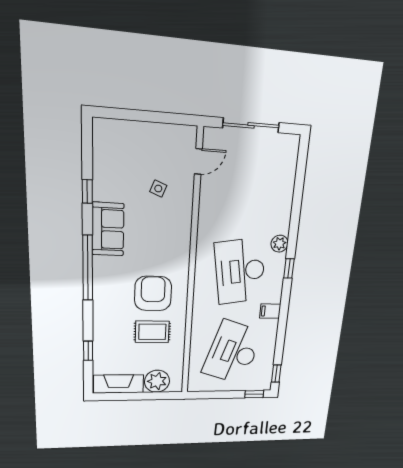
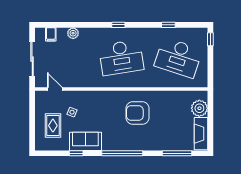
sofa: (108, 229) -> (85, 141), moved
plant: (280, 244) -> (73, 33), moved
filing cabinet: (270, 311) -> (51, 34), moved
rug: (152, 332) -> (53, 126), moved
window: (88, 351) -> (177, 153), width x2.17
window: (276, 373) -> (168, 25), moved

